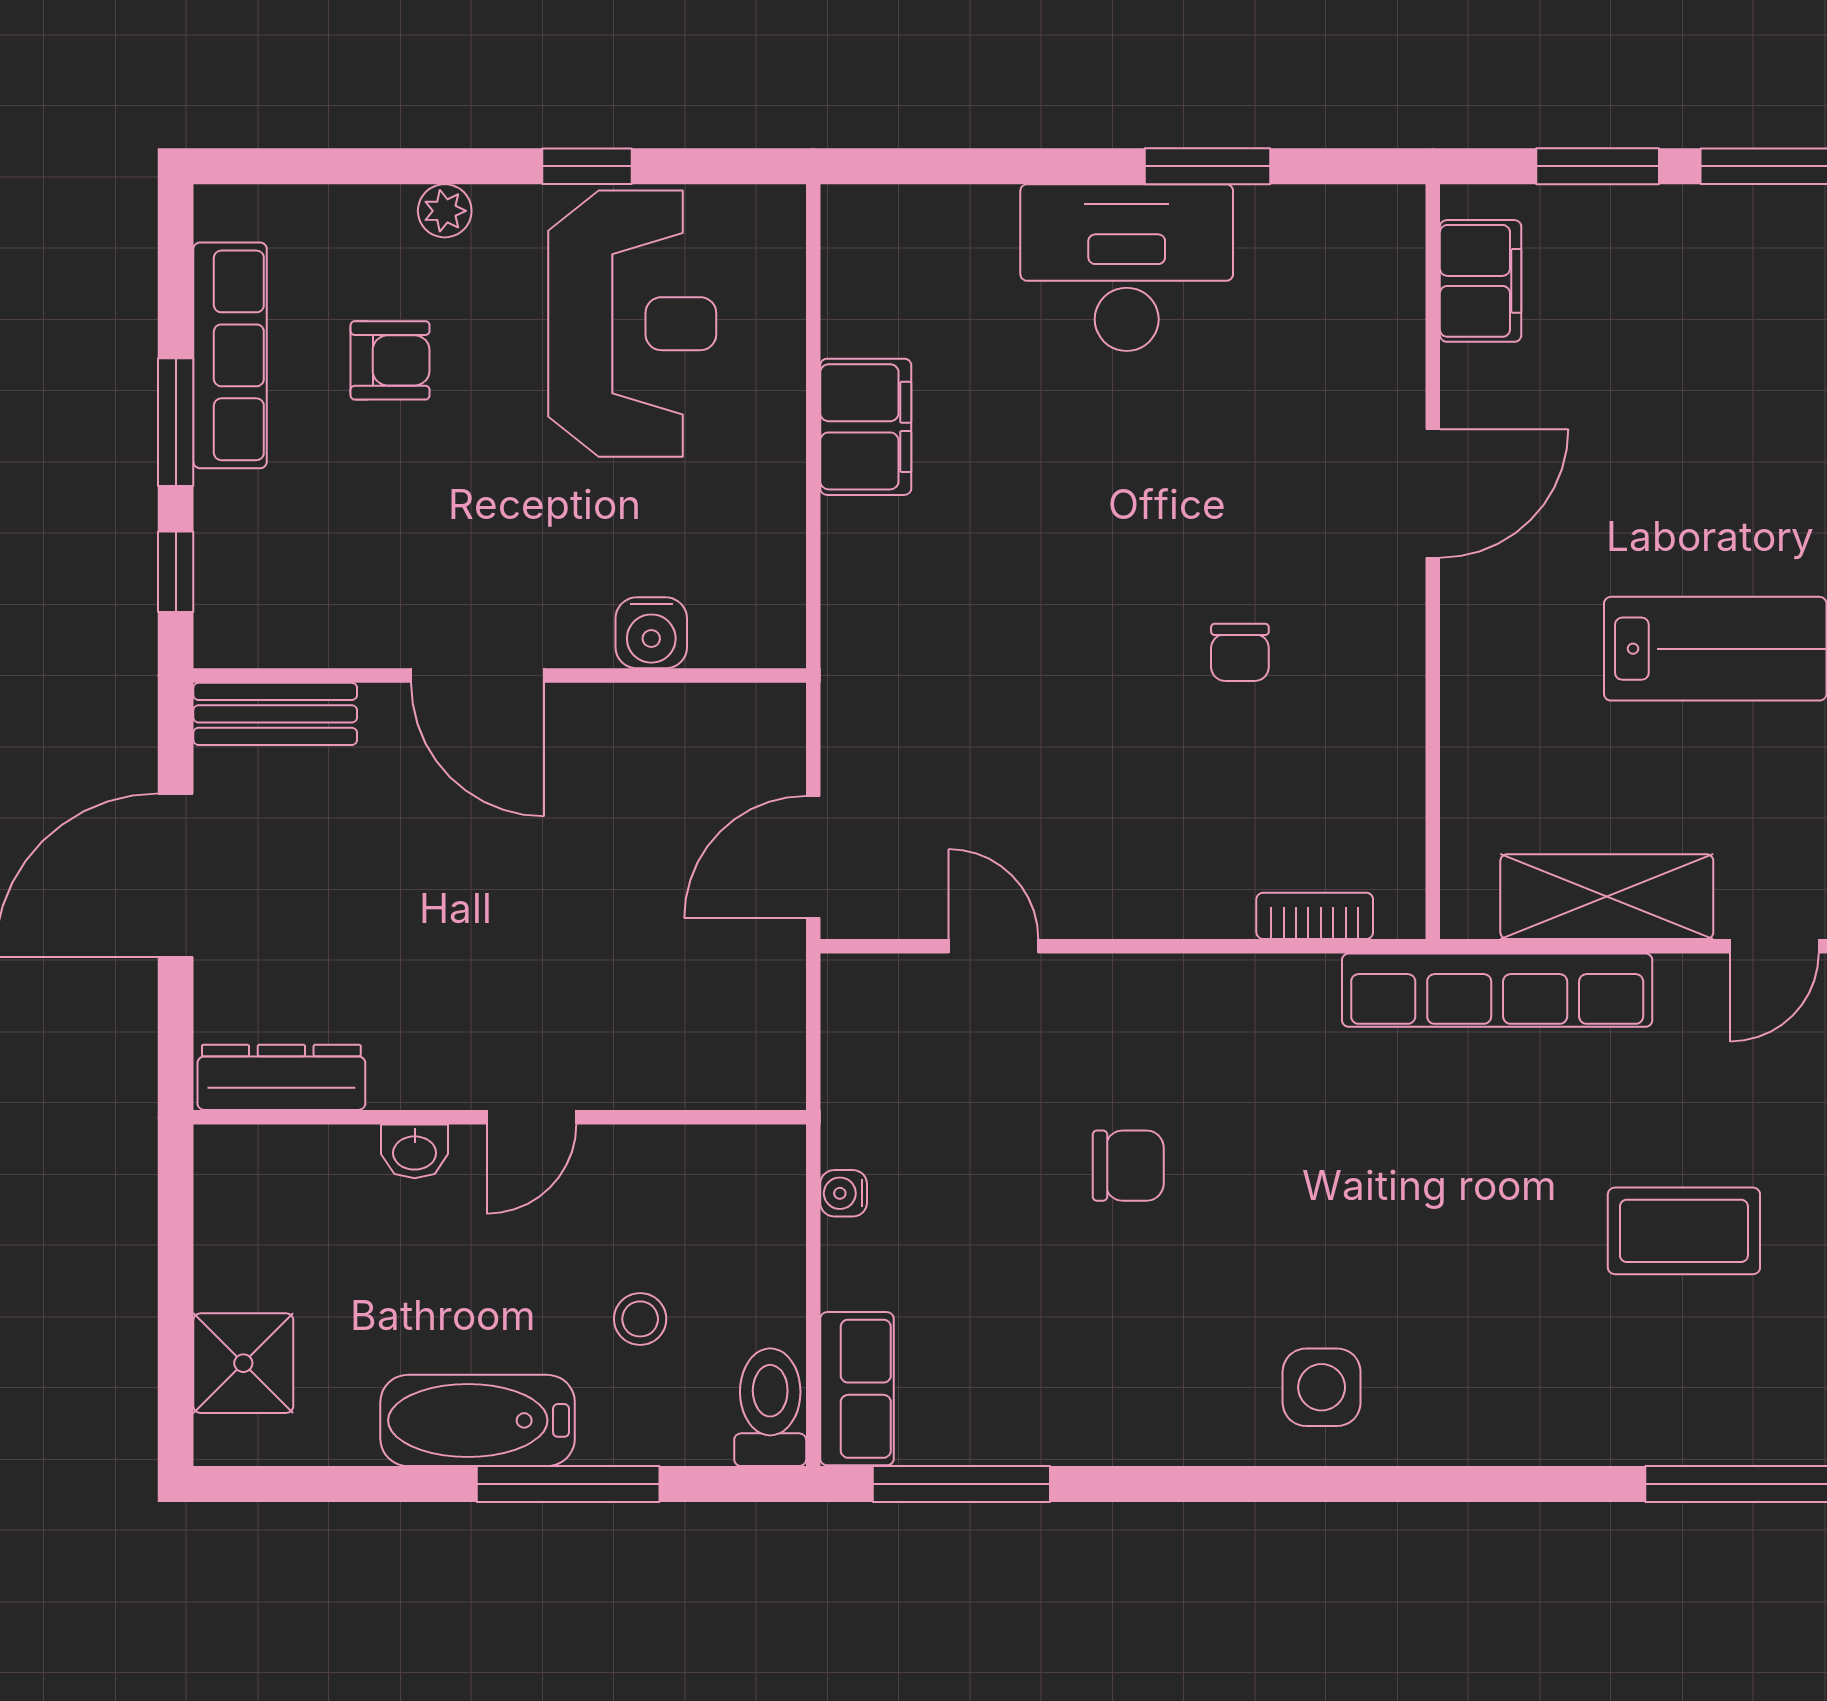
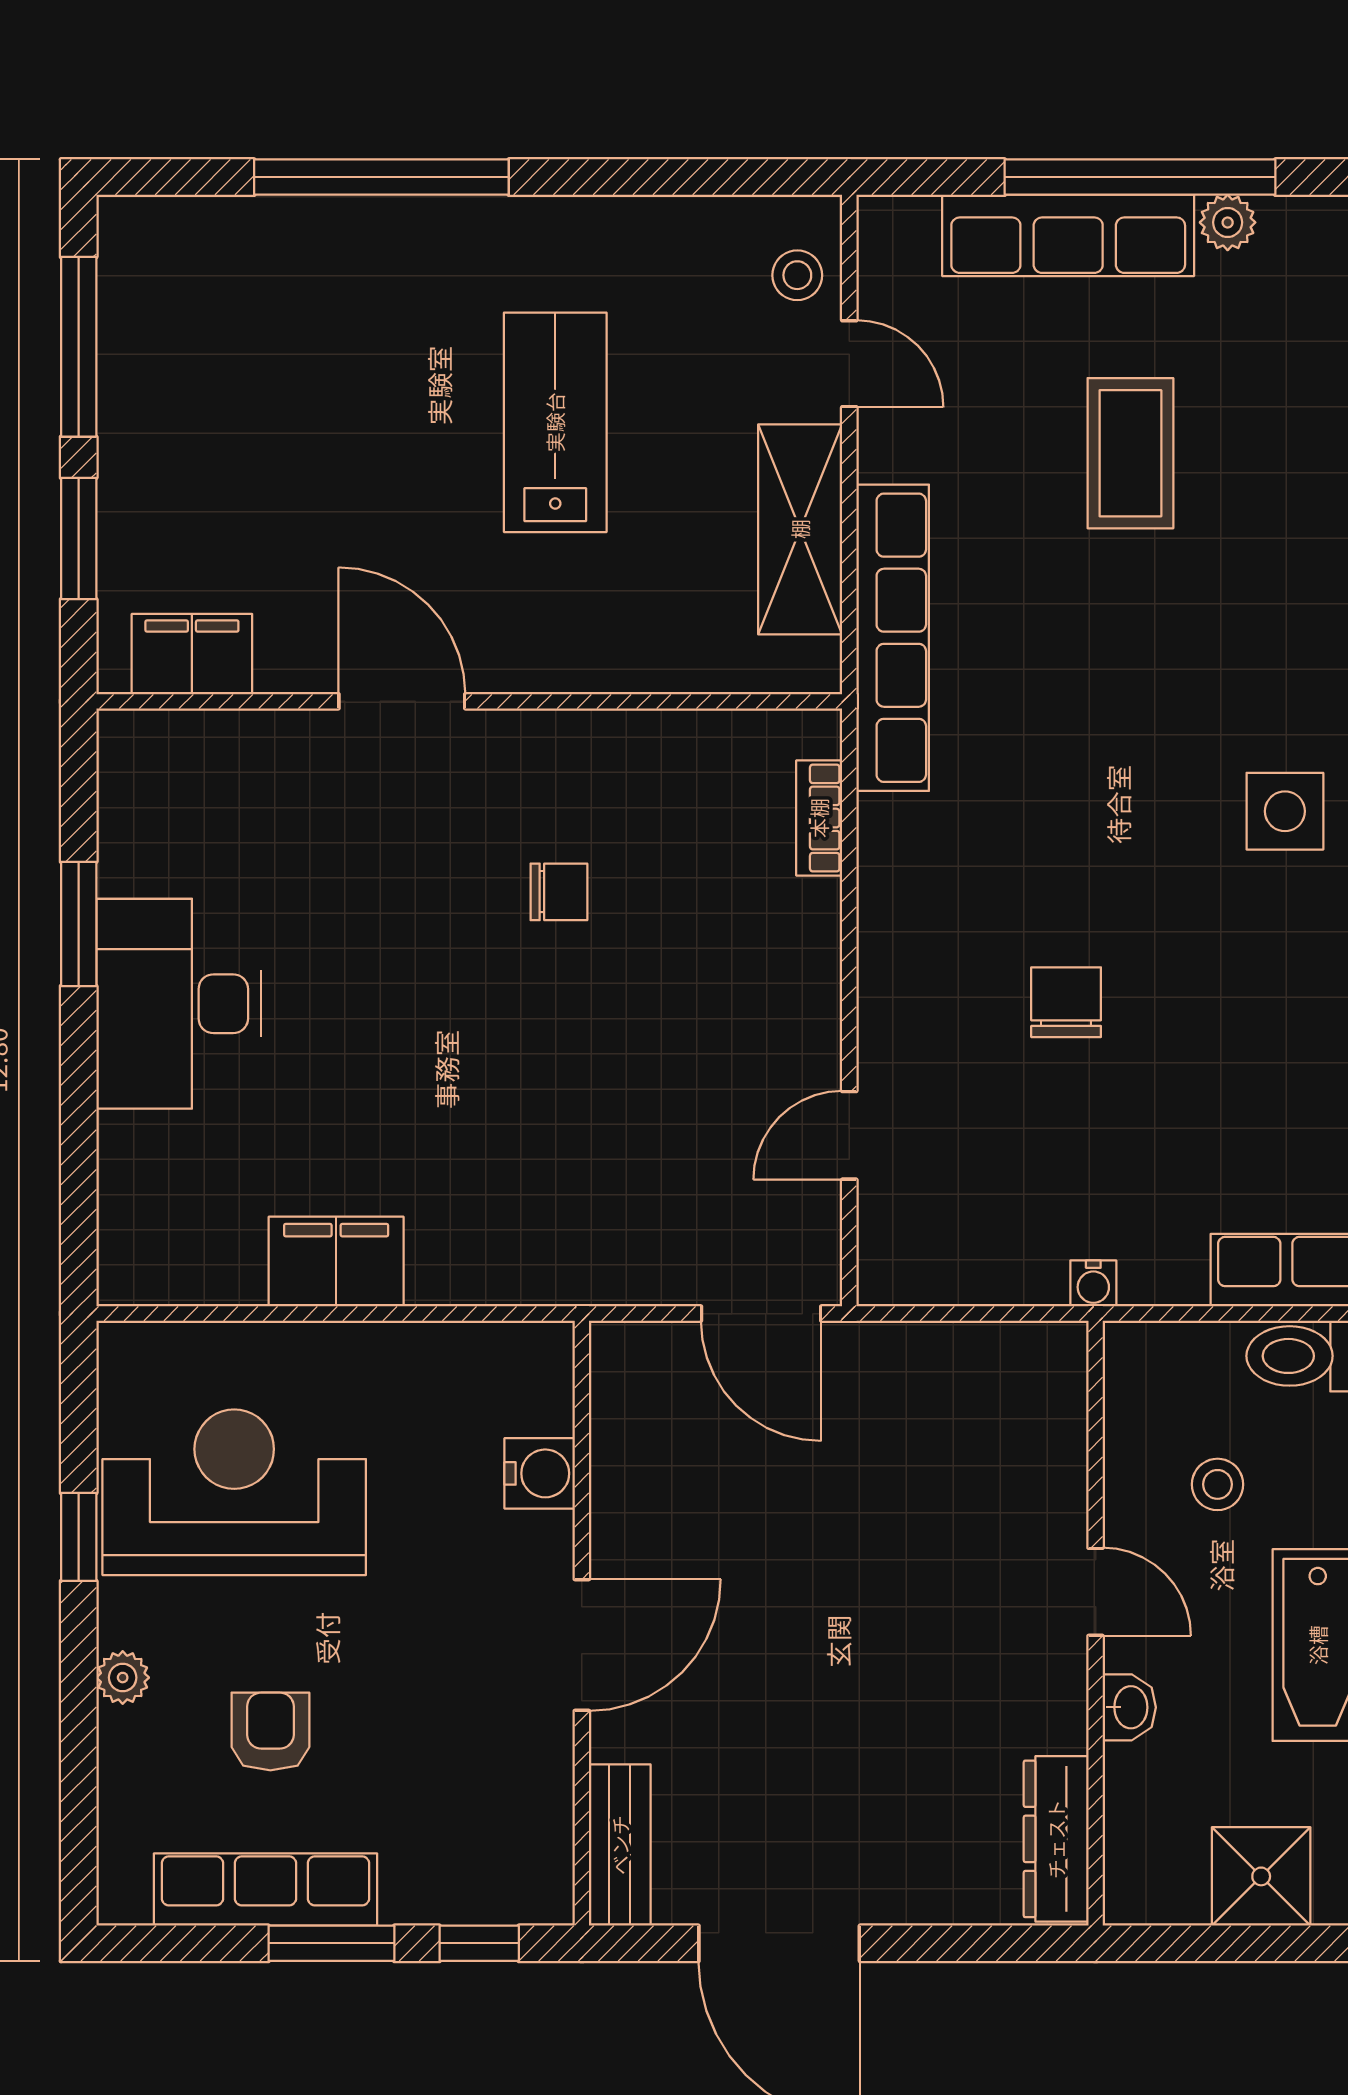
dresser: (281, 1077) -> (1056, 1839), moved
wall: (500, 1117) -> (1096, 1623), moved
door: (531, 1117) -> (1096, 1592), moved
washbasin: (415, 1151) -> (1129, 1707), moved

